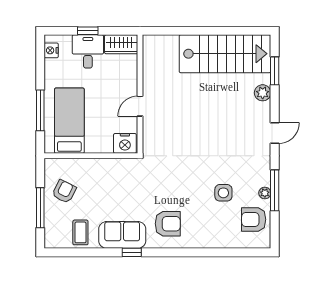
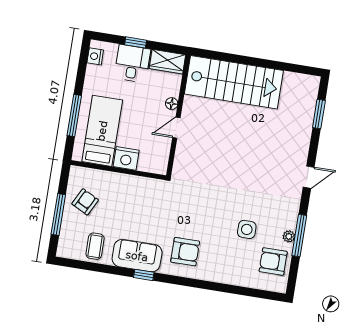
stairs: (225, 54) -> (234, 82), moved
floor lamp: (132, 84) -> (172, 104), added
plant: (263, 93) -> (303, 134), removed
nightstand: (125, 143) -> (126, 158), moved

